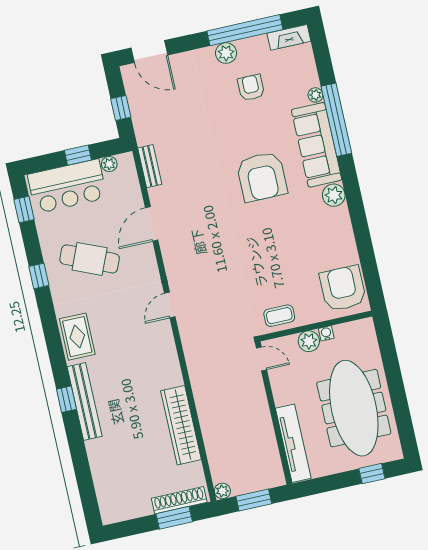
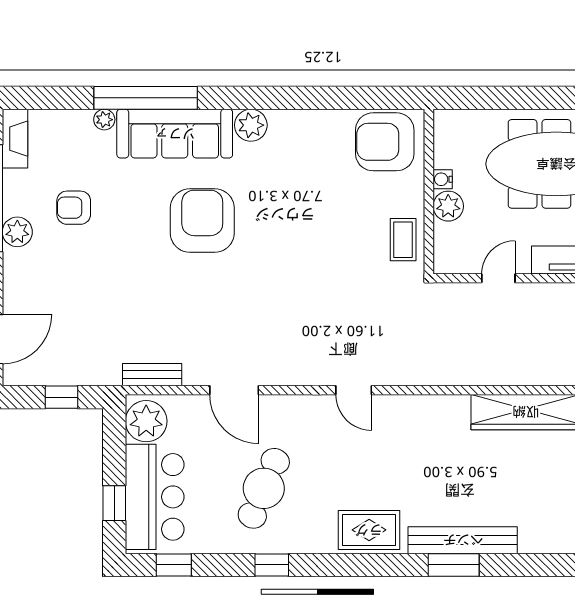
window: (78, 155) -> (114, 503), moved
plant: (109, 164) -> (146, 421), width x1.87, depth x1.87
armchair: (262, 177) -> (202, 221), turned -90
door: (261, 359) -> (498, 278), moved
window: (66, 399) -> (454, 565), width x1.50

